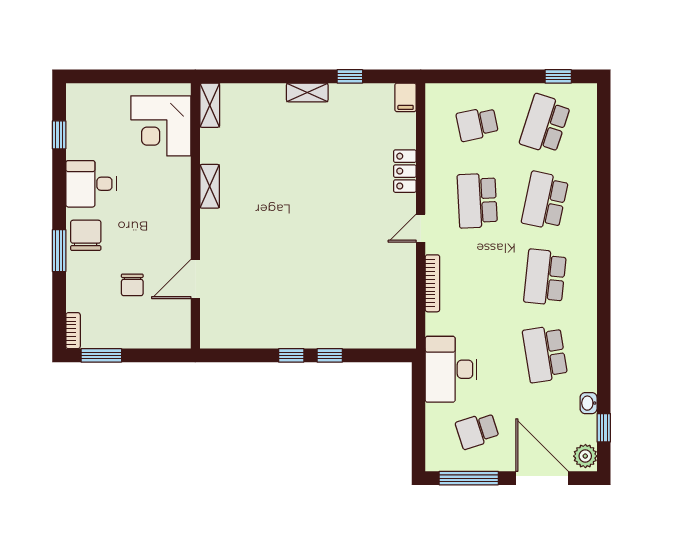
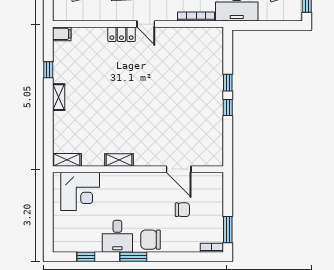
locker: (405, 171) -> (122, 34), moved
window: (59, 251) -> (133, 257), moved
bookcase: (432, 283) -> (196, 17), moved

